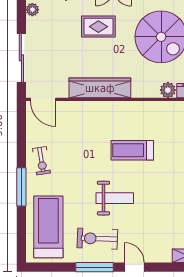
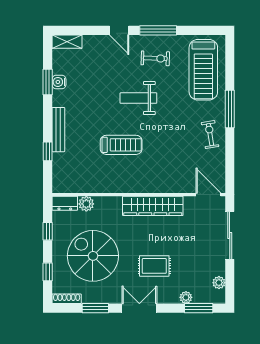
exercise bike: (97, 239) -> (155, 58), width x0.73, depth x0.72

